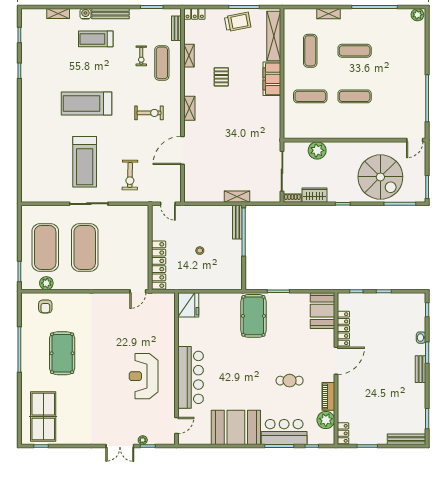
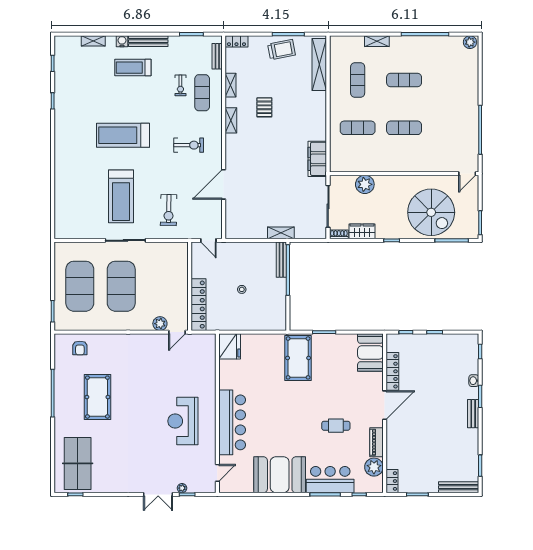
filing cabinet: (272, 79) -> (317, 159), moved
shelving: (189, 108) -> (231, 120), moved
plant: (46, 283) -> (160, 324), moved

